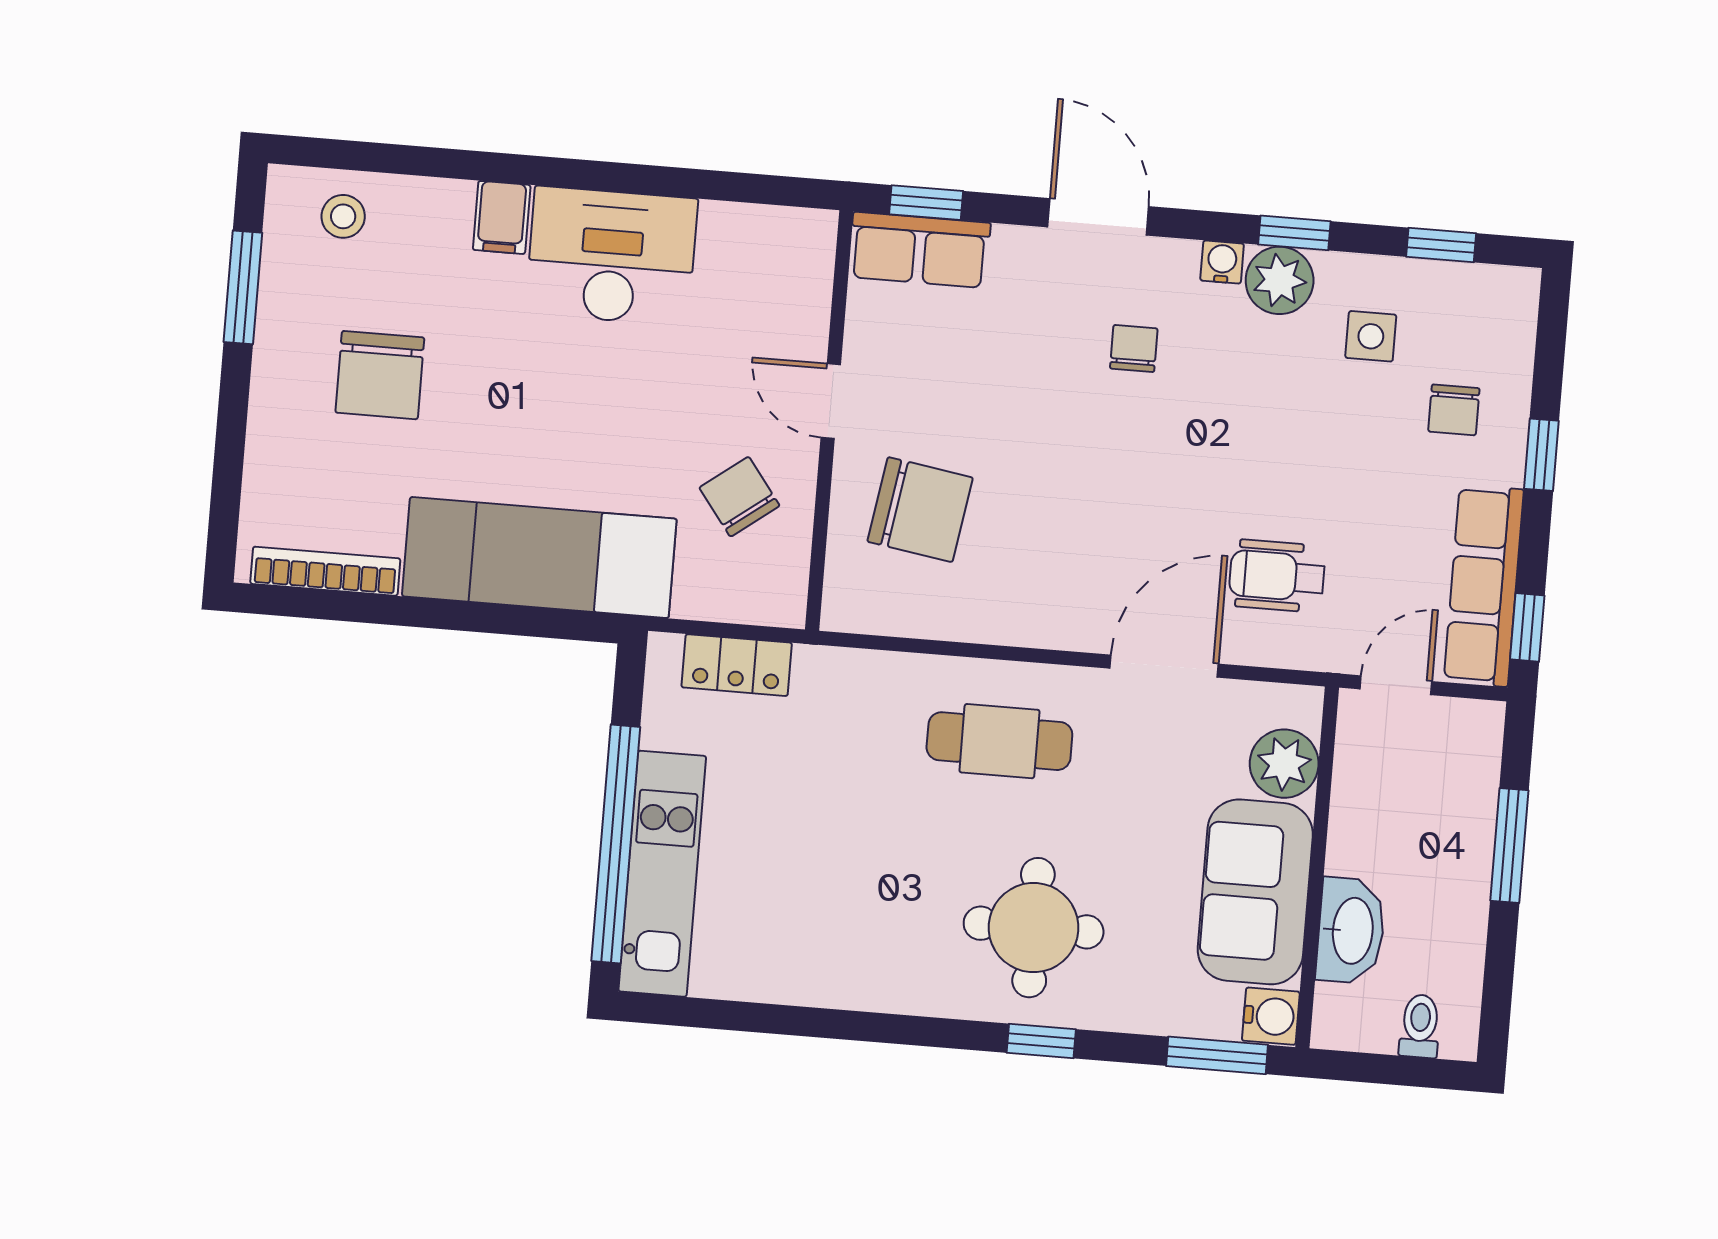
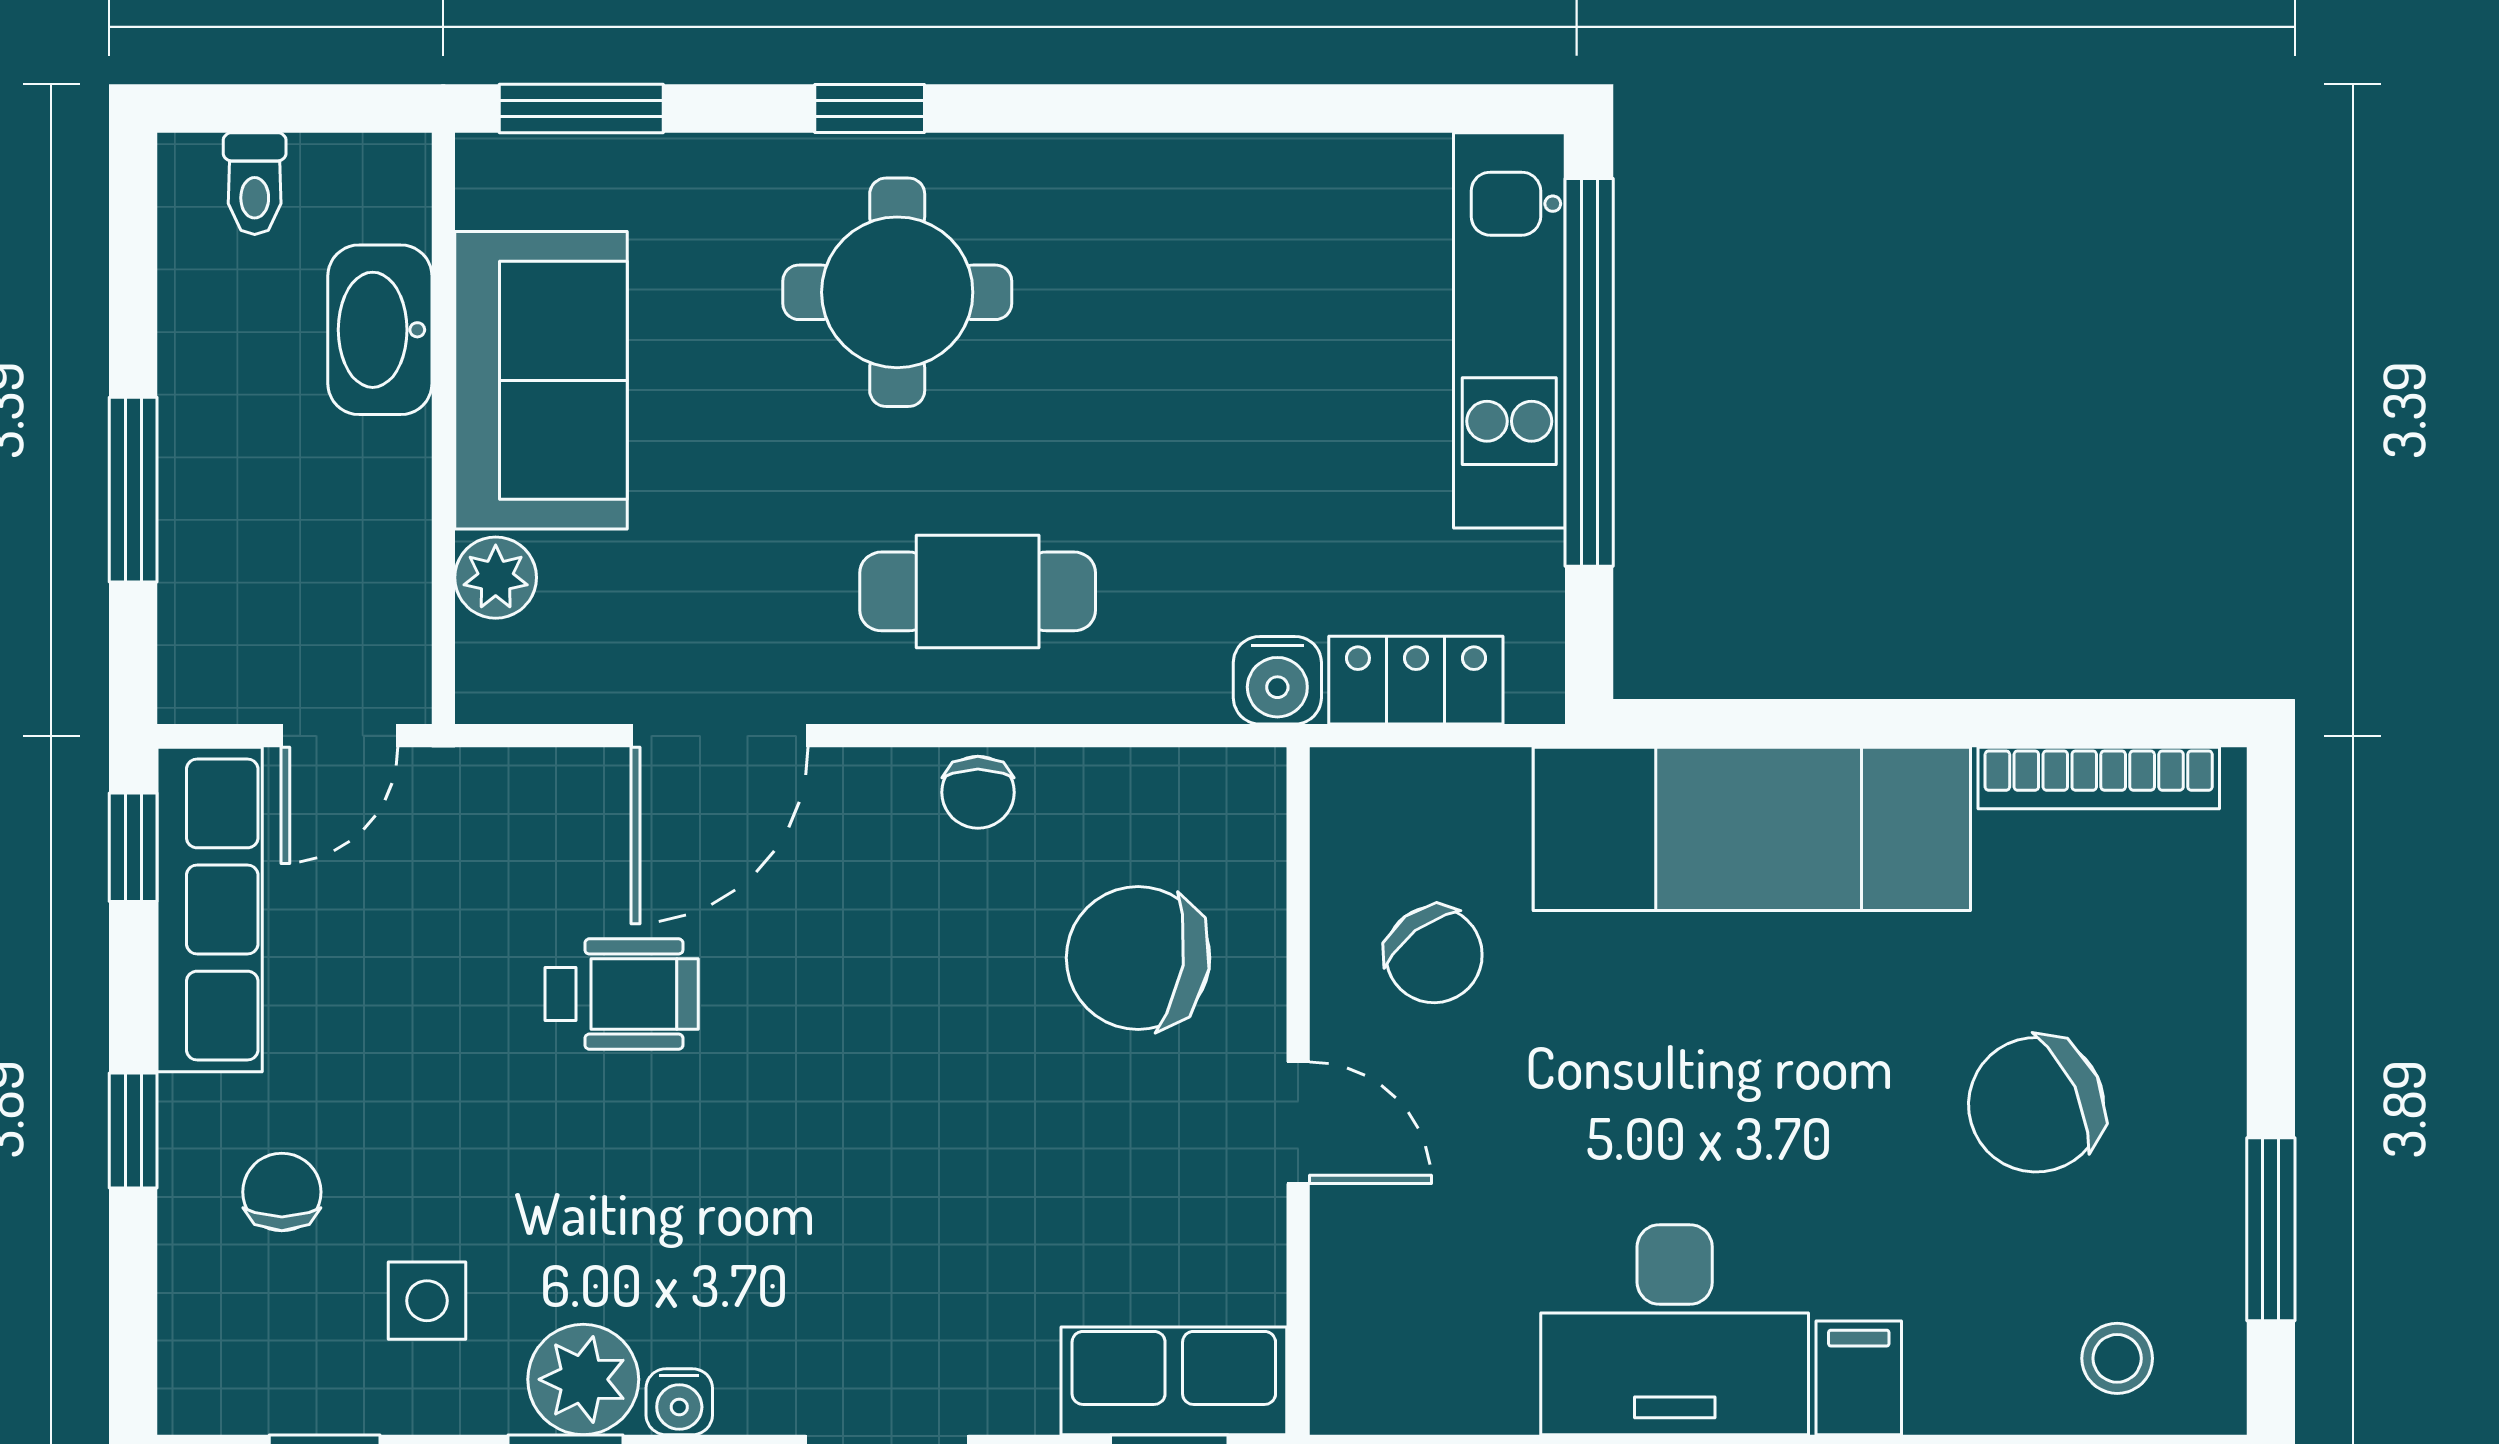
chair: (1134, 348) -> (978, 792), moved
chair: (380, 375) -> (2036, 1105), turned -115
wheelchair: (1277, 576) -> (622, 994), moved
plant: (1284, 764) -> (496, 578), width x0.73, depth x0.73
water cooler: (1271, 1016) -> (1277, 680), moved, turned -90

